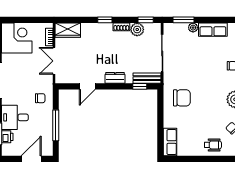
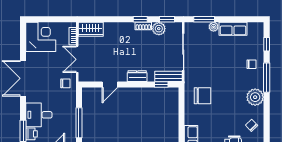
window: (105, 20) -> (140, 19), moved
chair: (40, 98) -> (65, 83), moved

